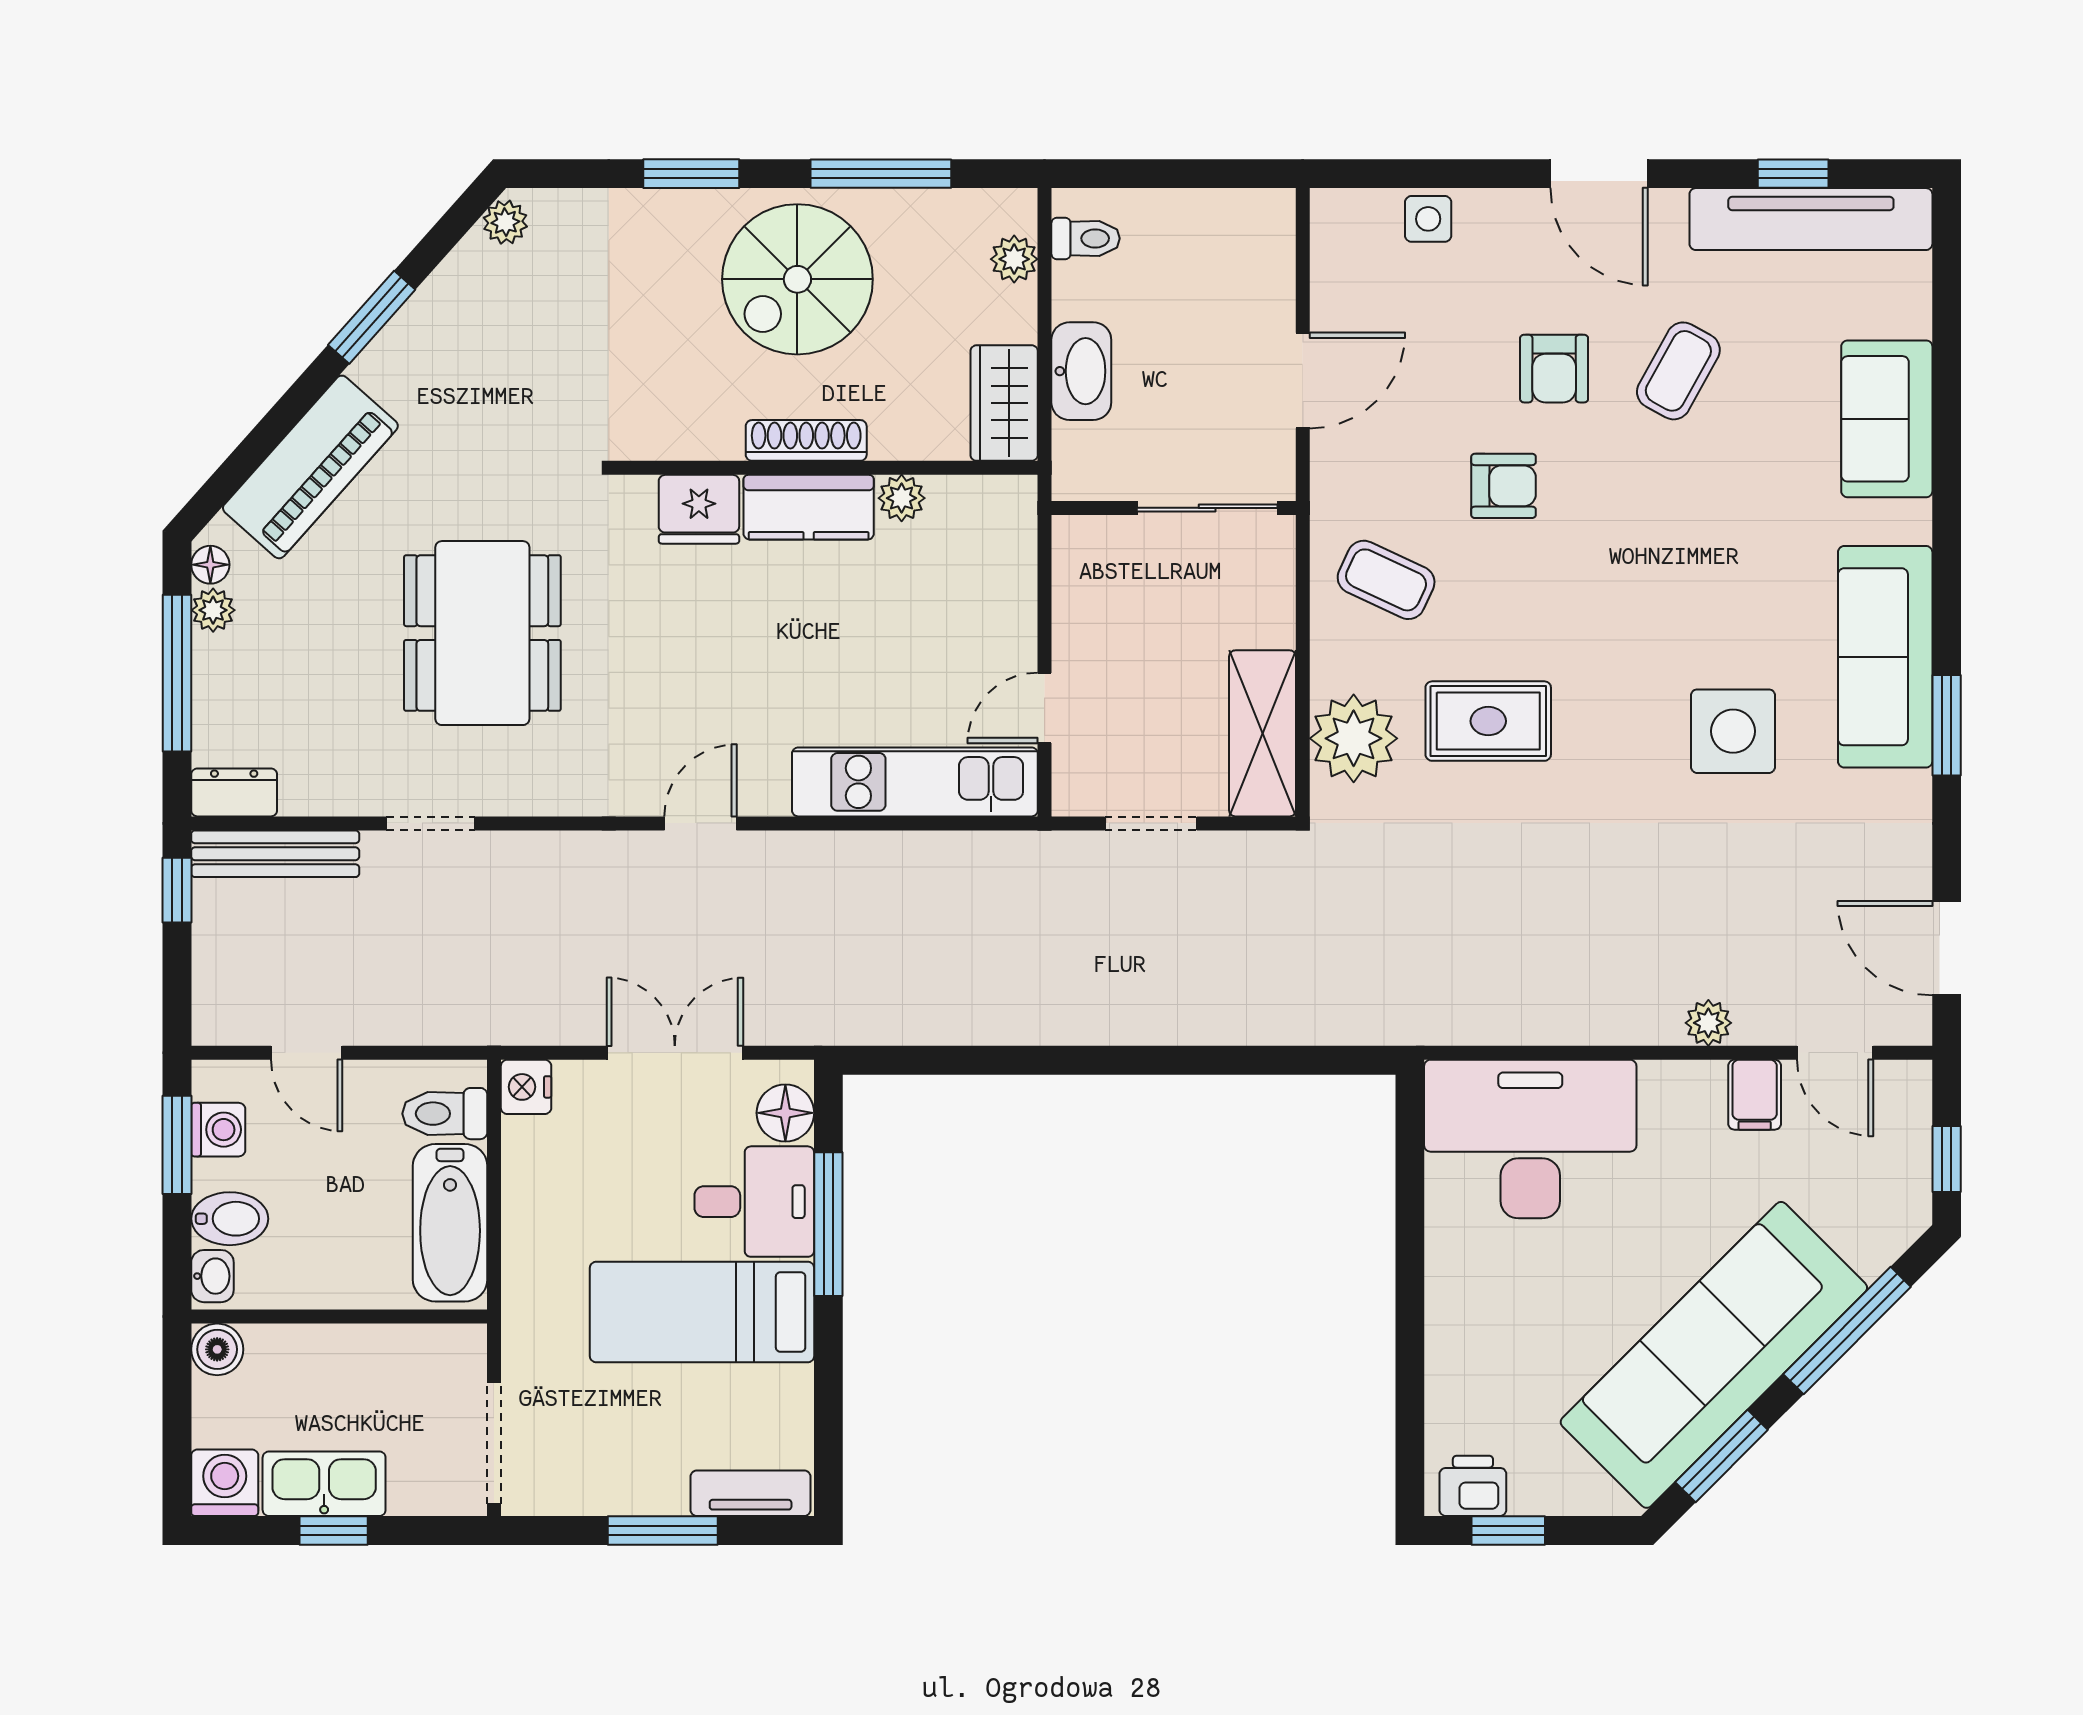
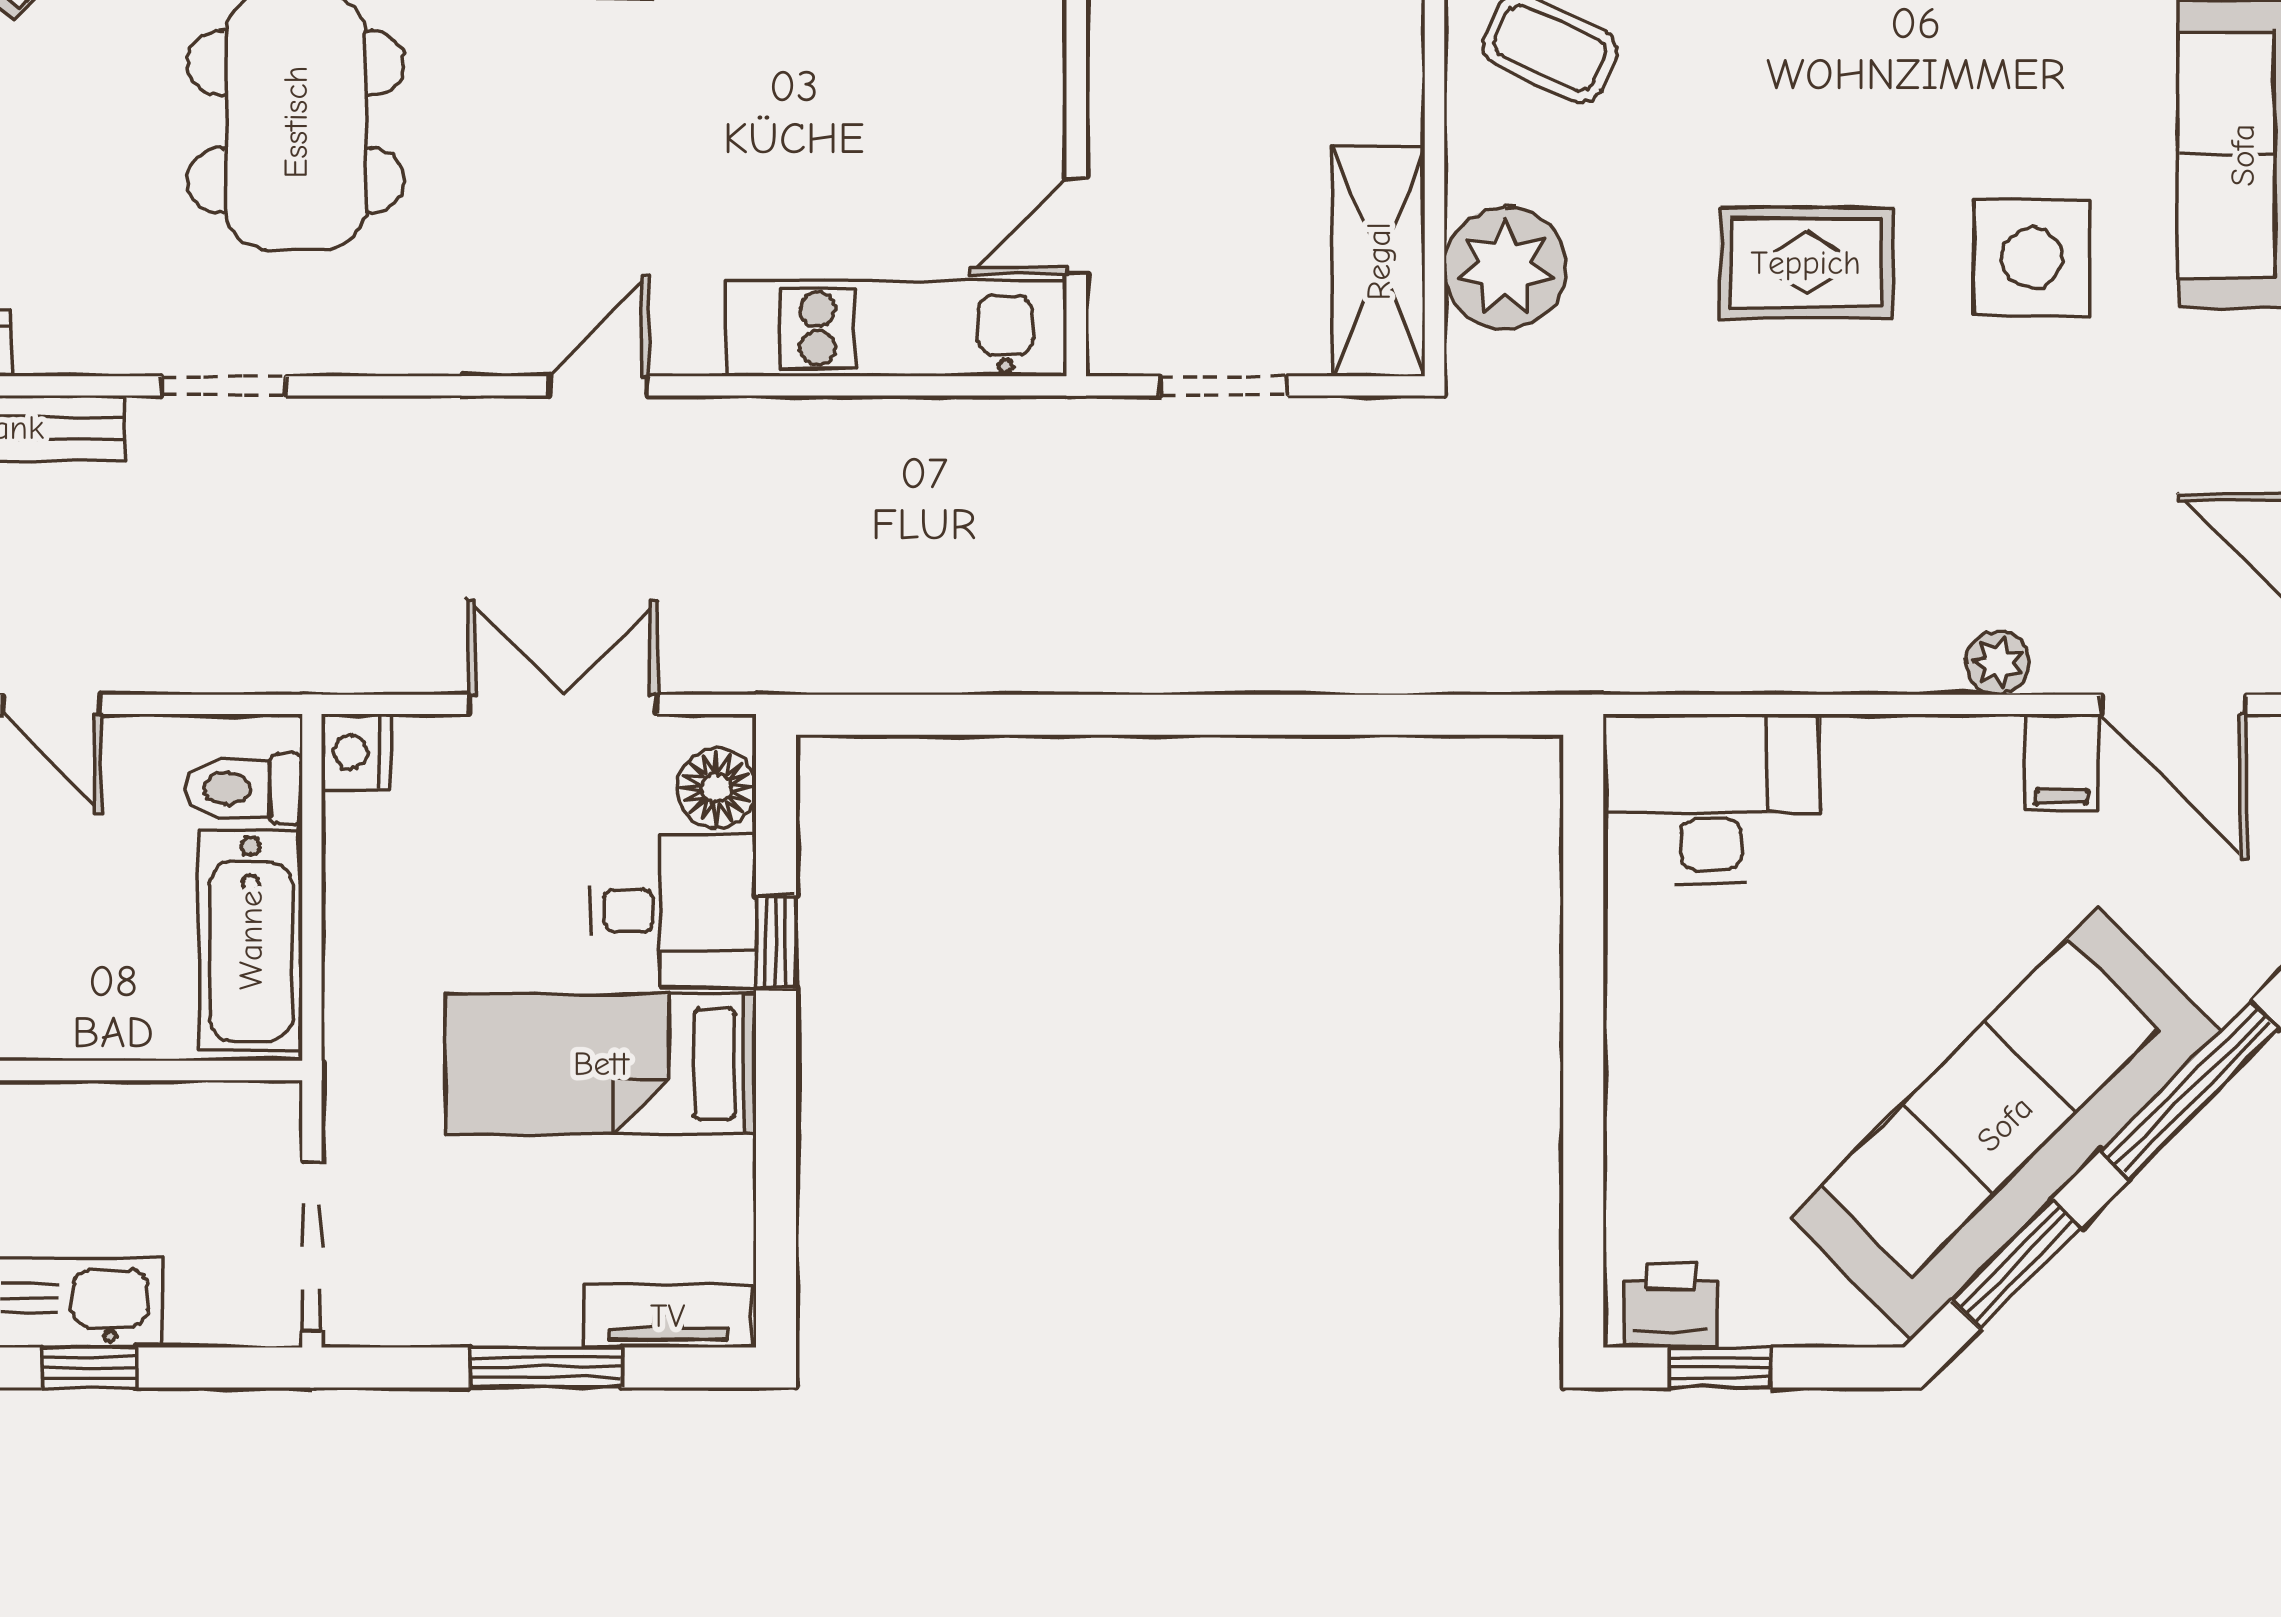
rug: (1488, 721) -> (1806, 263), moved
door: (1835, 1053) -> (2174, 704), width x1.38
desk: (1530, 1139) -> (1711, 799), width x0.73, depth x0.77
window: (828, 1224) -> (776, 942), width x0.46

